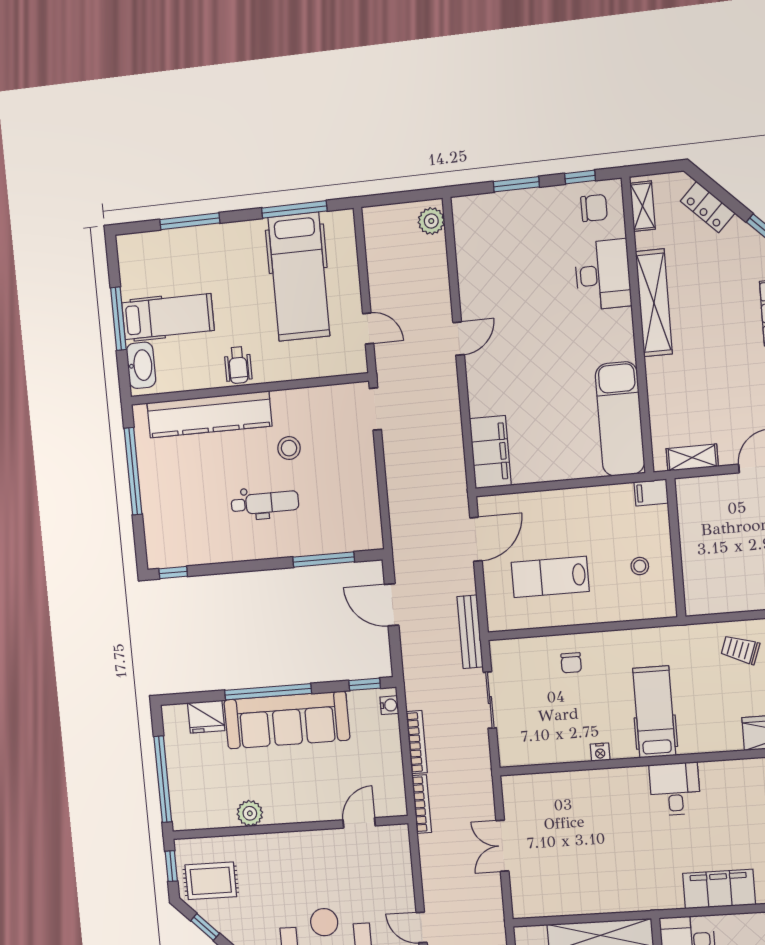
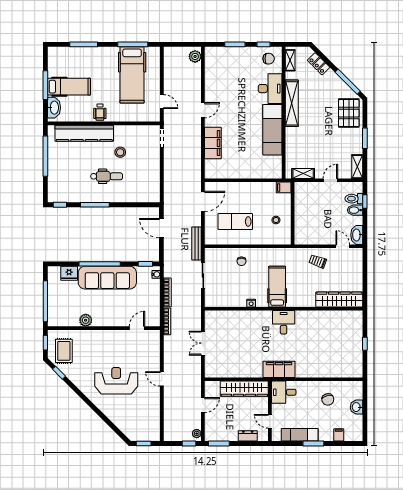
exam couch: (620, 419) -> (272, 130), moved
filing cabinet: (490, 452) -> (213, 143), moved
window: (324, 559) -> (95, 205), moved
rug: (211, 881) -> (64, 351), turned 90
filing cabinet: (719, 889) -> (279, 369), moved

